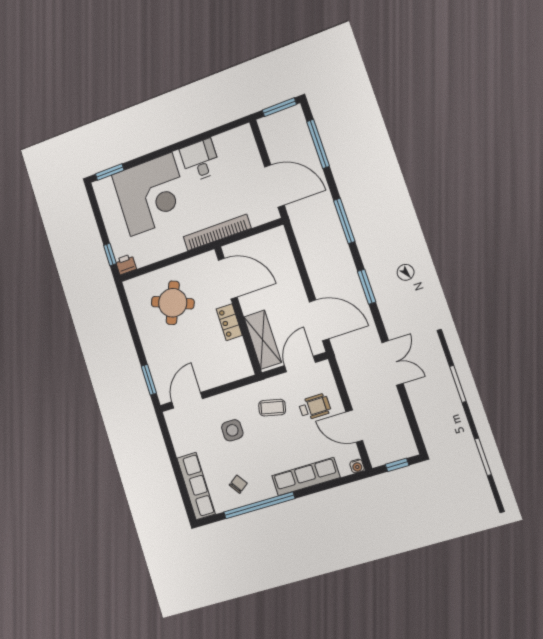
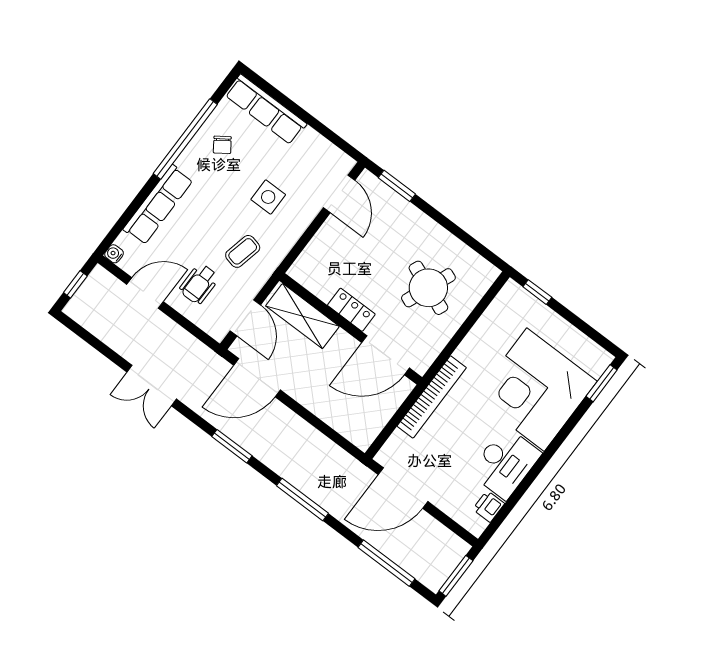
desk: (200, 160) -> (505, 463), width x1.37
printer: (126, 264) -> (489, 506), moved, turned 180

